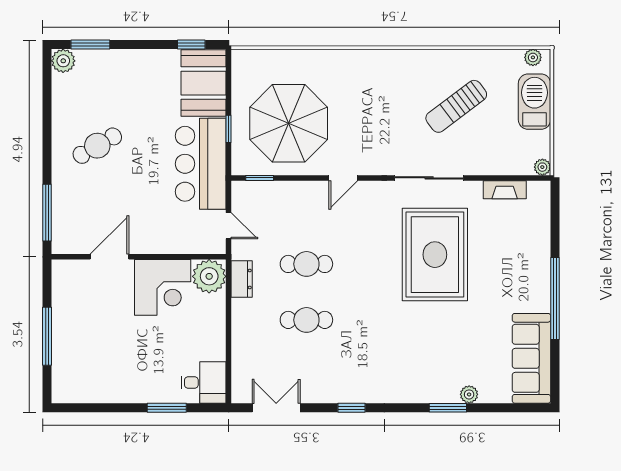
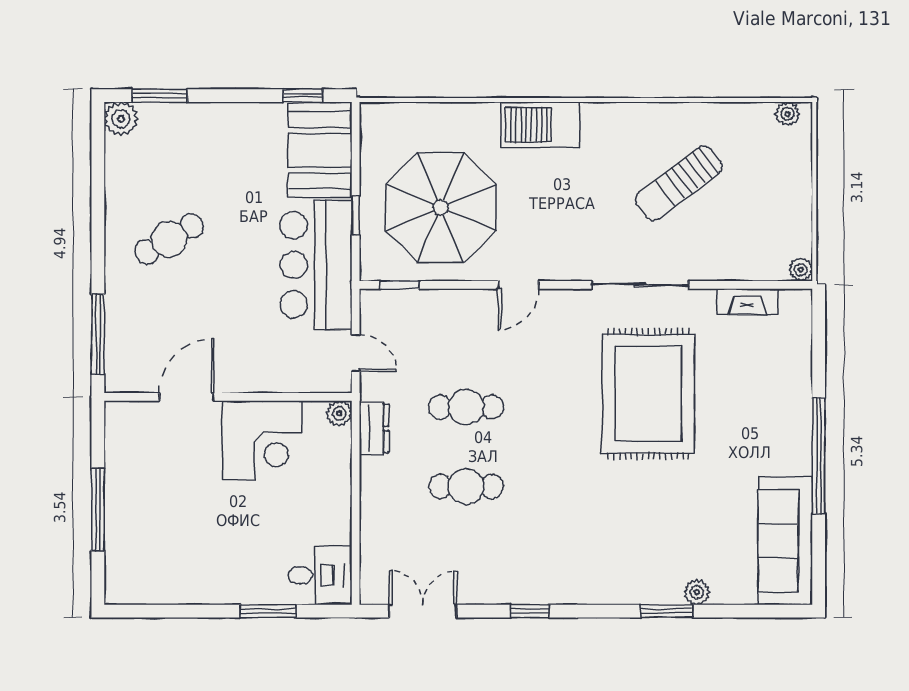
barbecue: (535, 102) -> (540, 125), moved, turned -90
plant: (209, 276) -> (339, 413), width x0.53, depth x0.53

